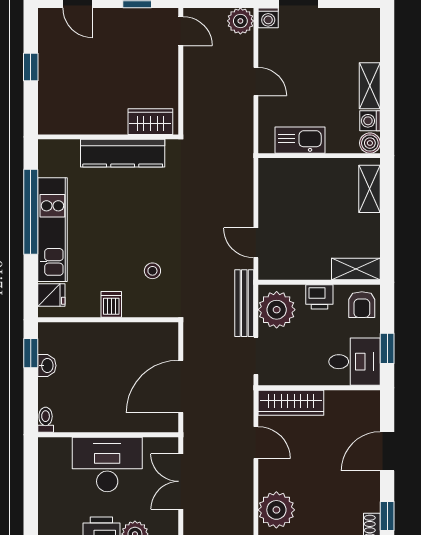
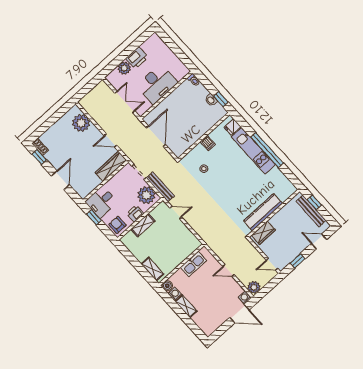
bench: (48, 58) -> (311, 211), added
wardrobe: (150, 122) -> (263, 233), moved
wall: (108, 137) -> (274, 213), moved
kitchen counter: (123, 153) -> (263, 212), moved
shelving: (356, 269) -> (143, 225), moved

